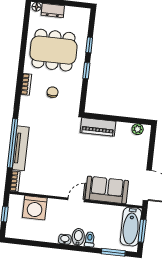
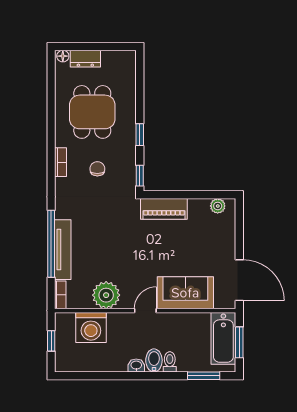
window: (89, 45) -> (140, 176), moved
dining table: (53, 50) -> (92, 112), width x0.73
plant: (49, 185) -> (106, 295), added

